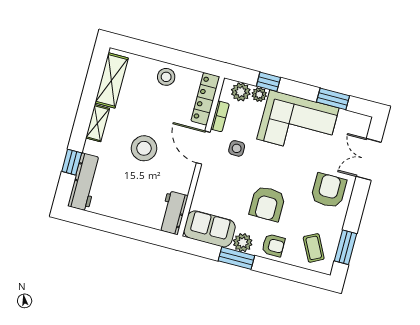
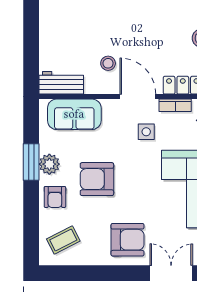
stool: (144, 148) -> (108, 63), moved, width x0.53, depth x0.53
door: (203, 148) -> (138, 97), hinge flipped
sofa: (209, 229) -> (74, 114), moved, turned 90
window: (345, 247) -> (73, 273), removed

